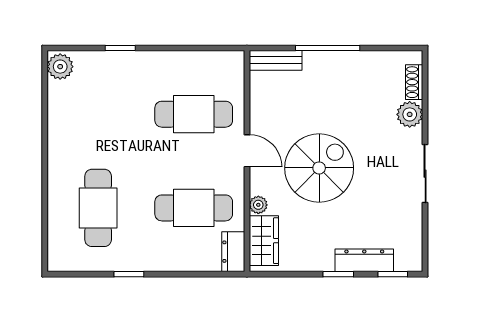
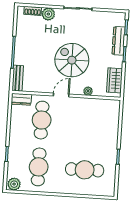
cafe table: (194, 208) -> (39, 167), moved
wardrobe: (264, 241) -> (115, 80), moved, turned -90
dresser: (233, 252) -> (21, 99), moved

